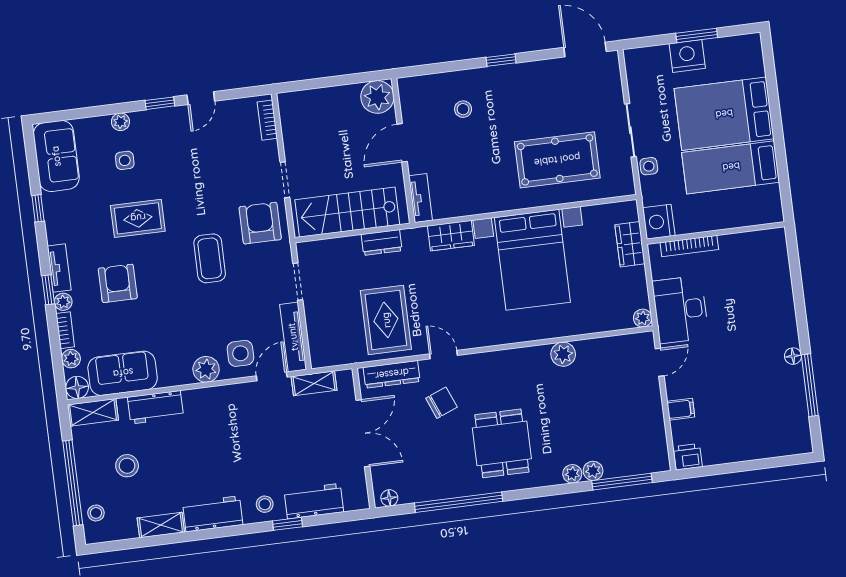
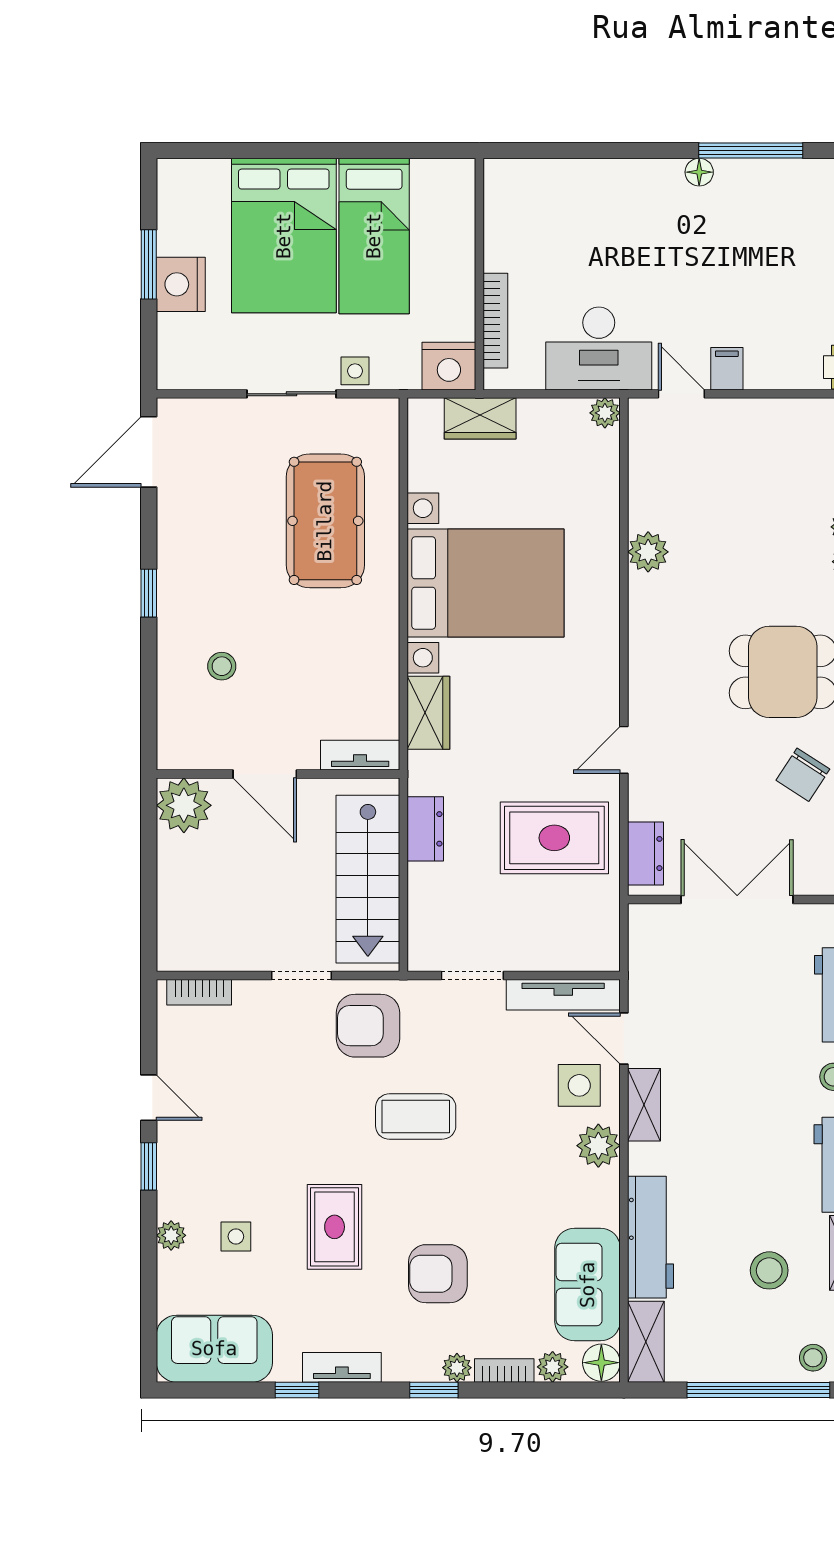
tv unit: (59, 268) -> (342, 1367), moved
dresser: (392, 374) -> (646, 854), width x0.70
shelving: (314, 383) -> (644, 1105), moved
chair: (441, 403) -> (803, 775), moved, turned -125
workbench: (156, 407) -> (651, 1237), width x1.38
filing cabinet: (681, 409) -> (727, 369), moved
stool: (127, 466) -> (769, 1270), moved

